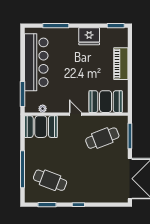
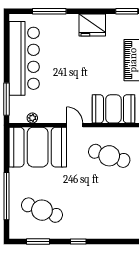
booth: (41, 127) -> (38, 147), width x1.36, depth x1.42
cafe table: (102, 138) -> (109, 156), turned 39

